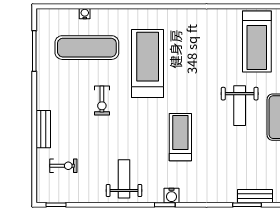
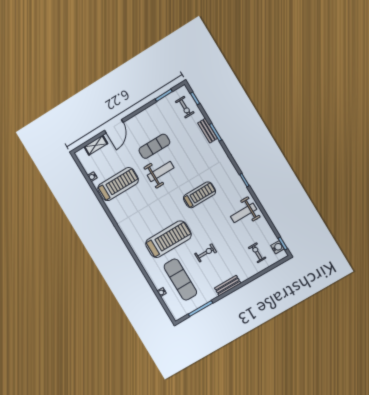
treadmill: (148, 64) -> (168, 239), turned 180
bench: (43, 129) -> (228, 286), moved
treadmill: (180, 137) -> (199, 195), turned 180
water cooler: (171, 195) -> (278, 247), moved

